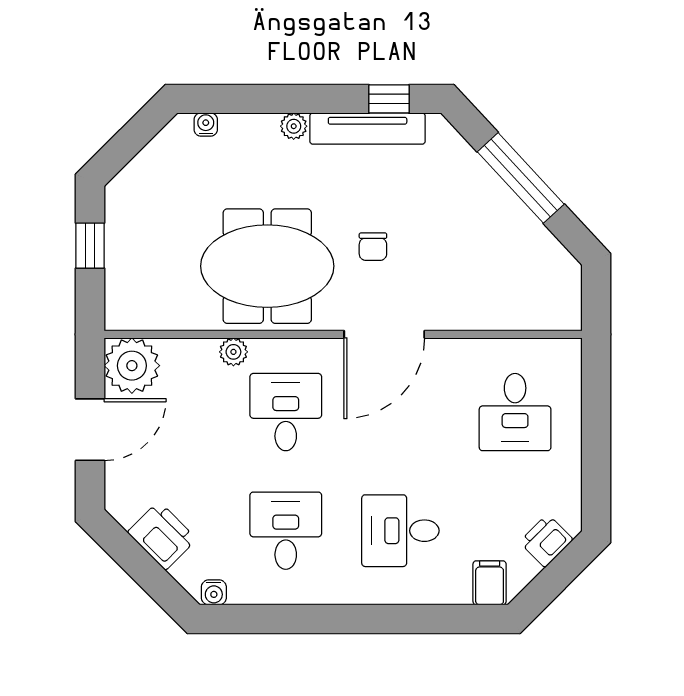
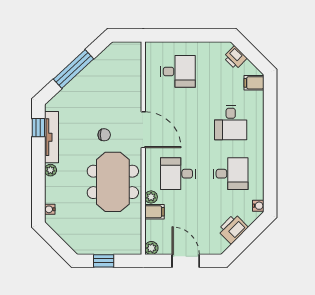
filing cabinet: (200, 360) -> (154, 212), added
plant: (132, 366) -> (151, 248), width x0.53, depth x0.53
desk: (286, 531) -> (231, 174), turned 180

